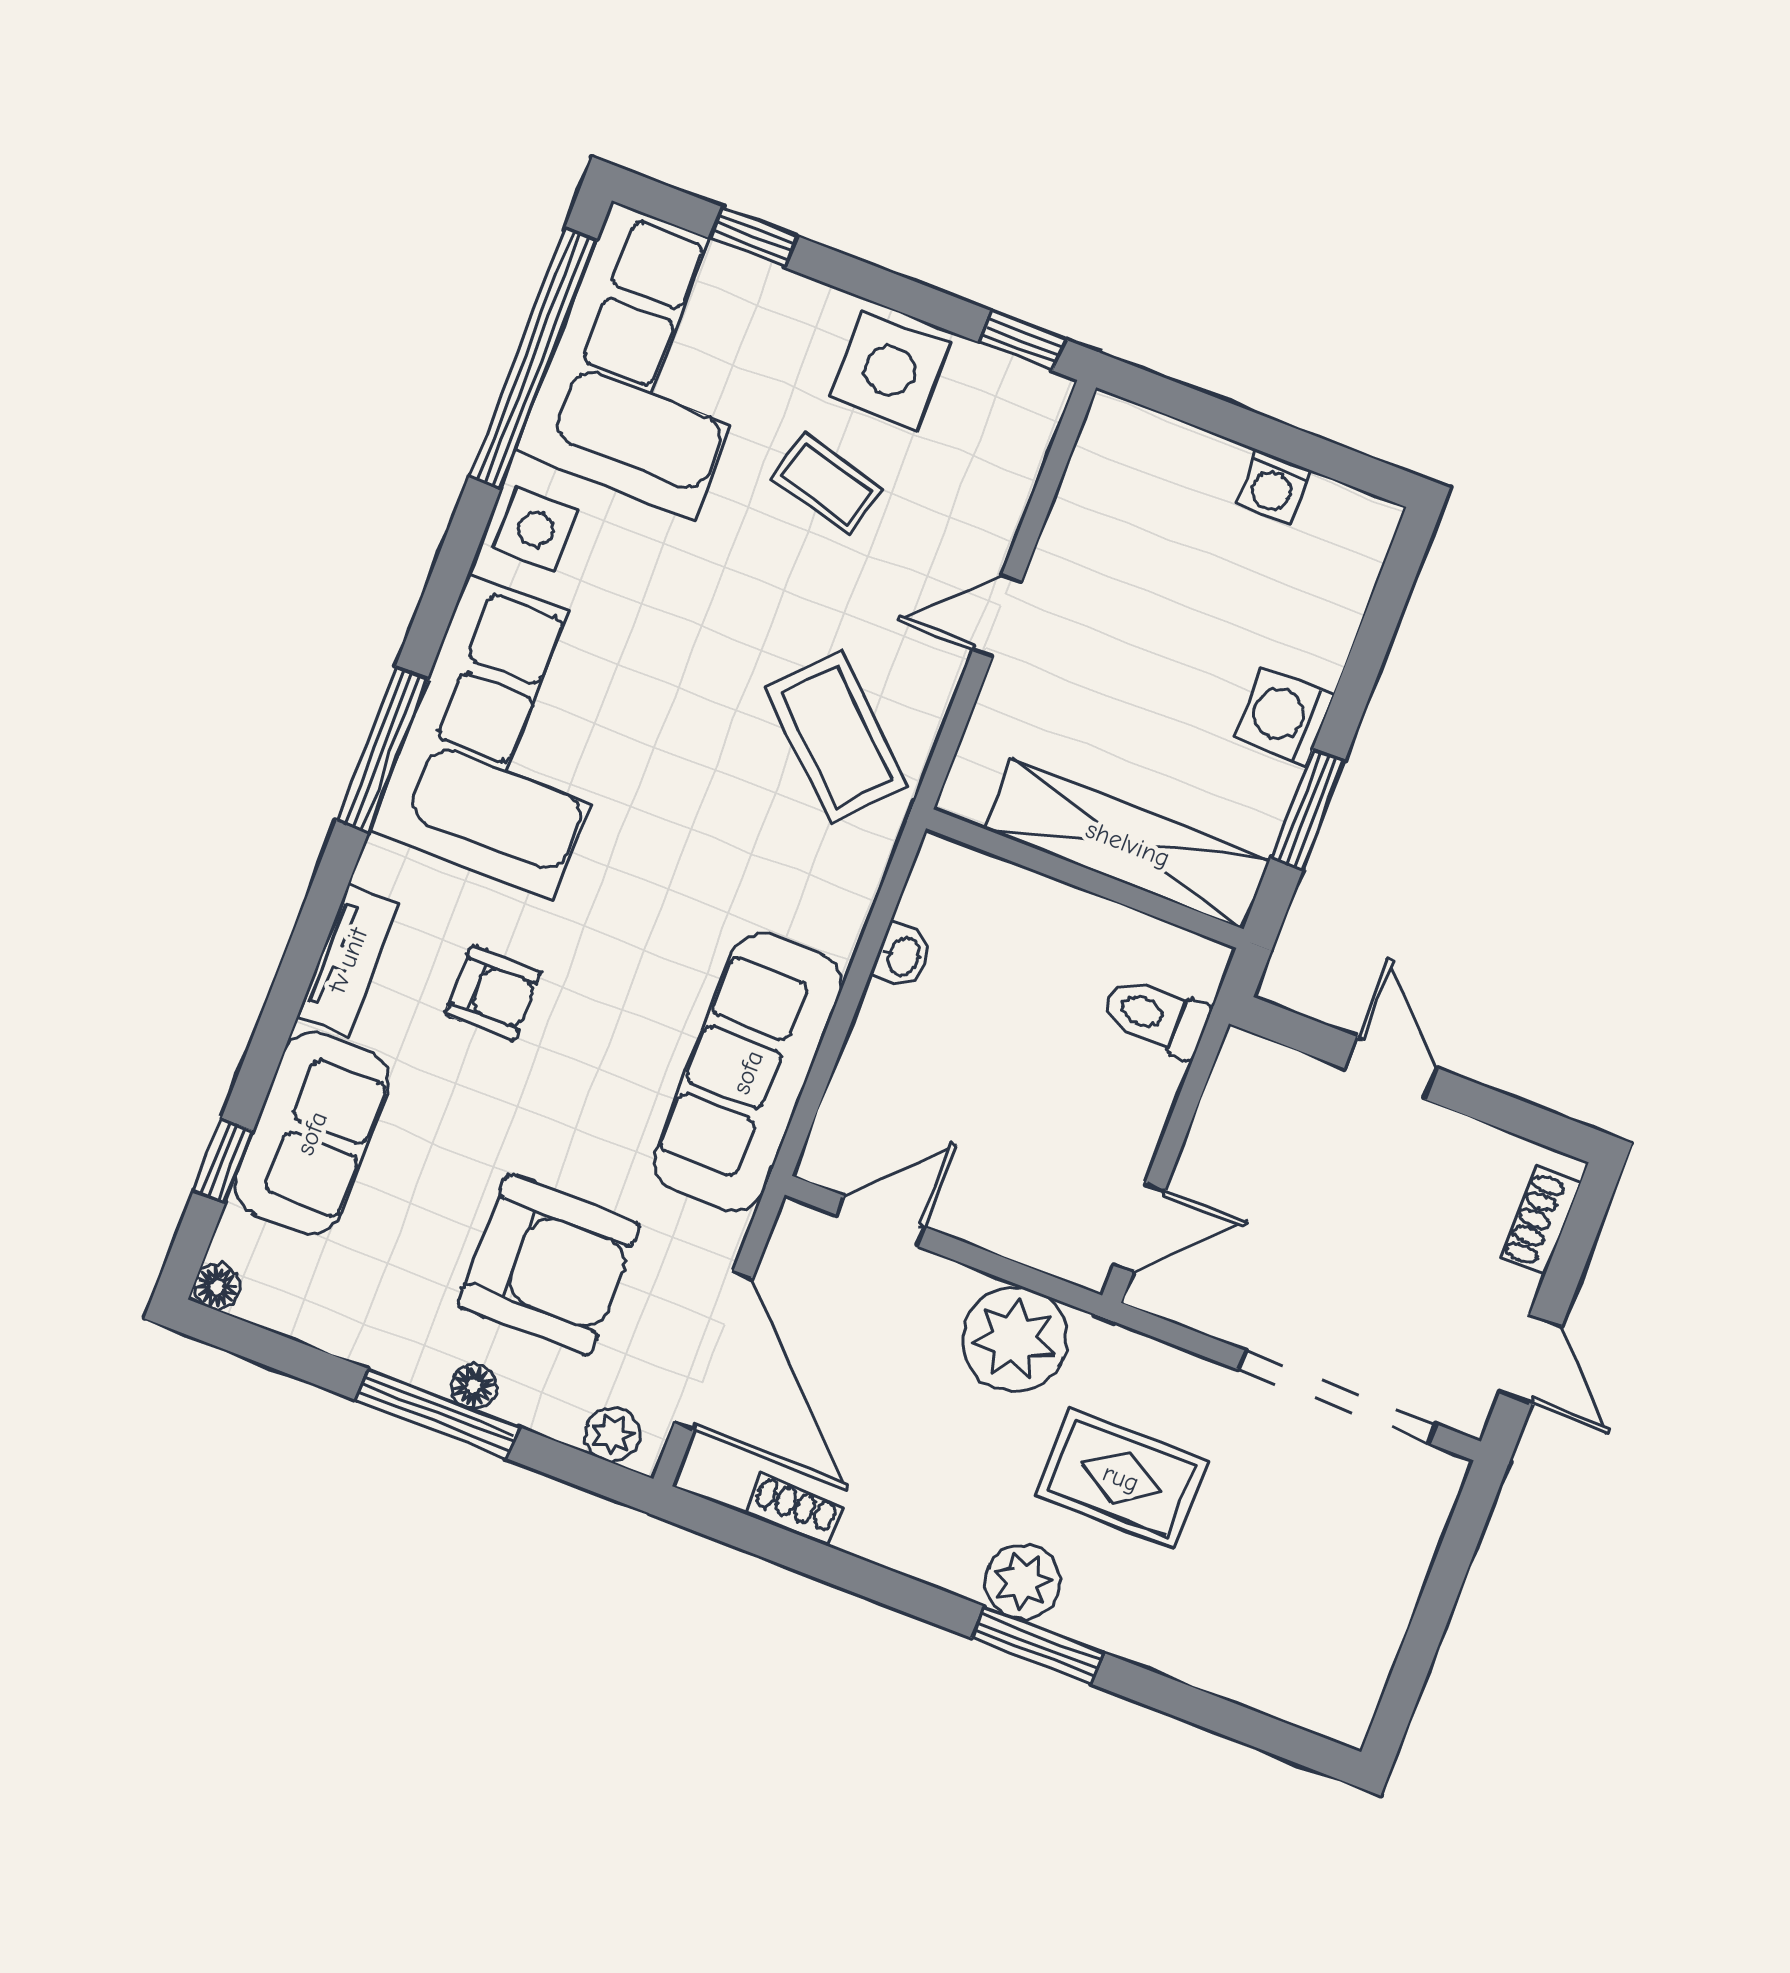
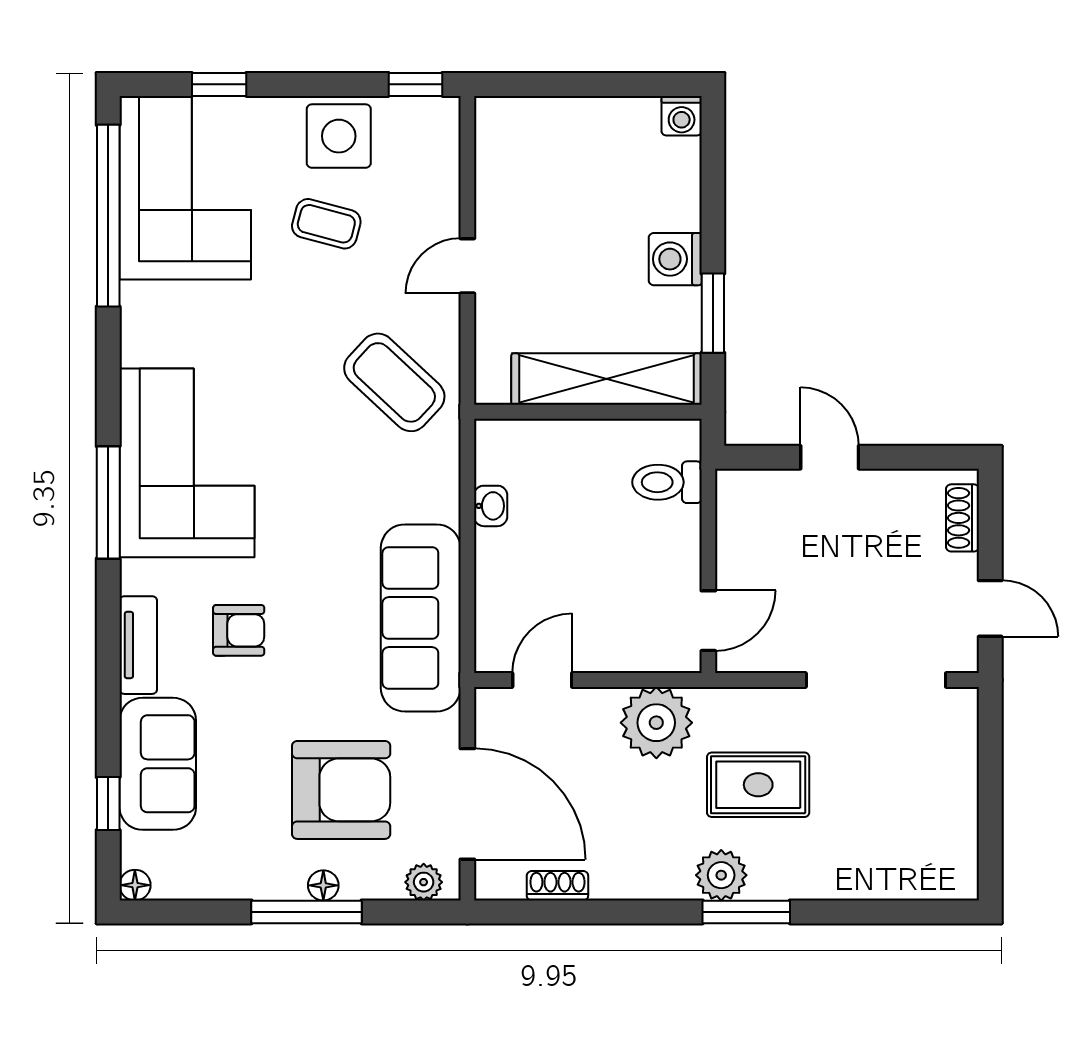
washing machine: (1273, 487) -> (682, 116), moved
side table: (536, 529) -> (152, 324), removed

